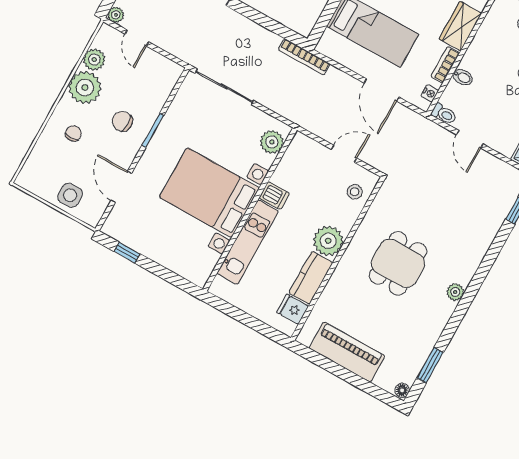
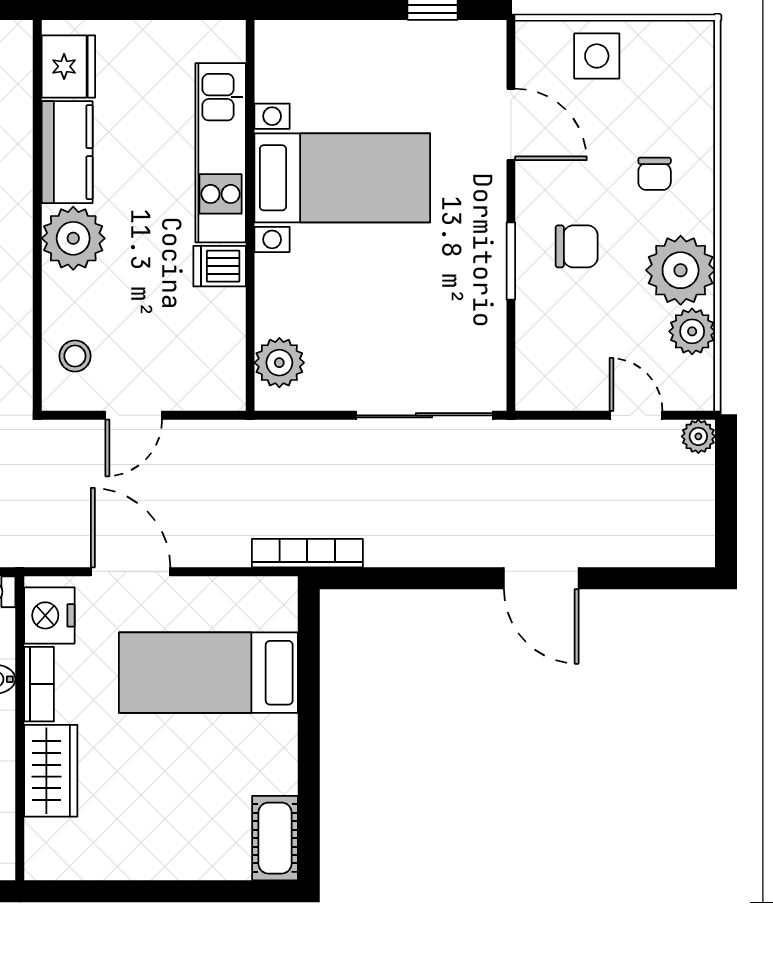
nightstand: (430, 93) -> (49, 615), width x1.89, depth x1.79
bed with nightstands: (209, 193) -> (342, 178), width x0.73
fridge: (293, 309) -> (68, 66), width x1.38

